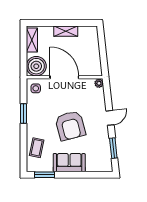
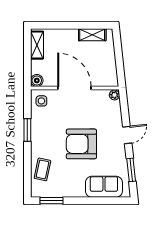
shelving: (66, 31) -> (92, 35), moved
boiler: (36, 66) -> (37, 81), width x0.54, depth x0.54
armchair: (70, 126) -> (81, 144), turned 105
sofa: (69, 163) -> (104, 187), moved

